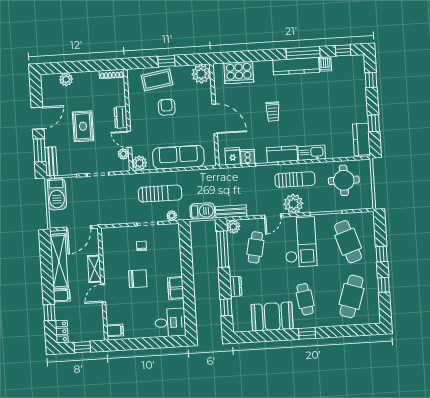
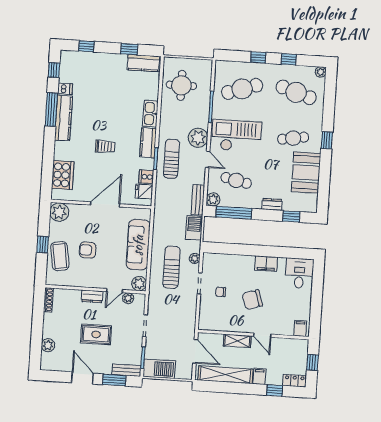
sun lounger: (295, 180) -> (172, 159), moved
chair: (138, 279) -> (252, 300), turned -108
plant: (375, 318) -> (321, 72), added

